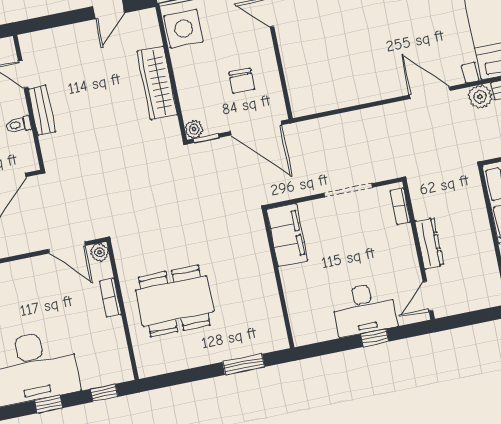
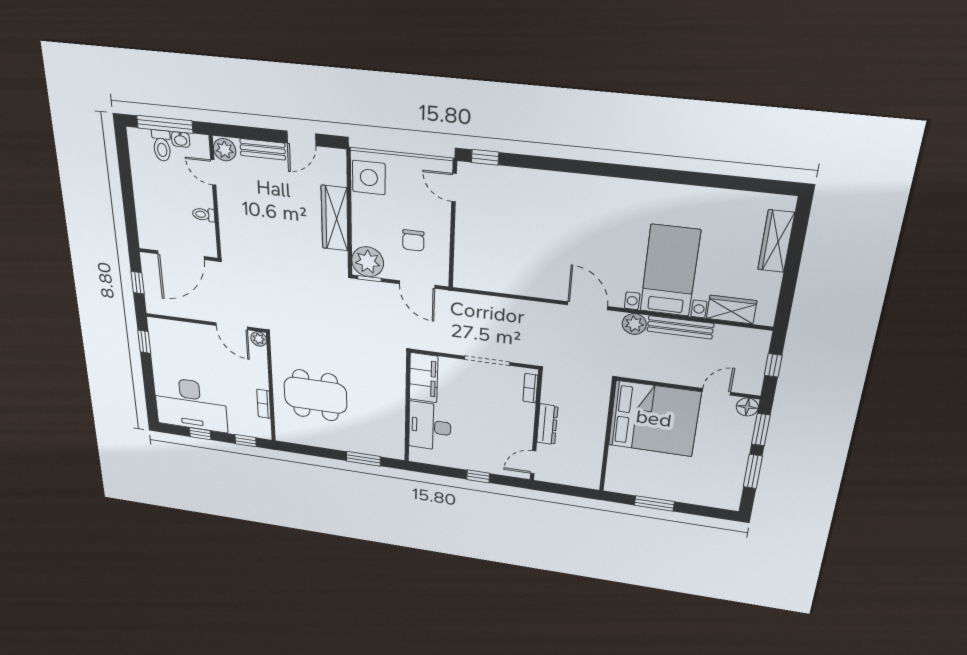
plant: (32, 46) -> (225, 150), added
bench: (42, 110) -> (263, 149), moved, turned 90
door: (256, 128) -> (417, 285), width x0.73
plant: (194, 129) -> (368, 262), width x1.87, depth x1.87
bookcase: (110, 298) -> (264, 404), moved
desk: (364, 309) -> (430, 426), moved, turned 90

